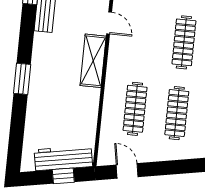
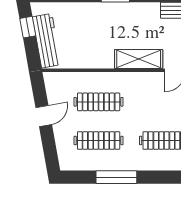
door: (127, 171) -> (44, 116), moved
window: (63, 176) -> (28, 27), moved

